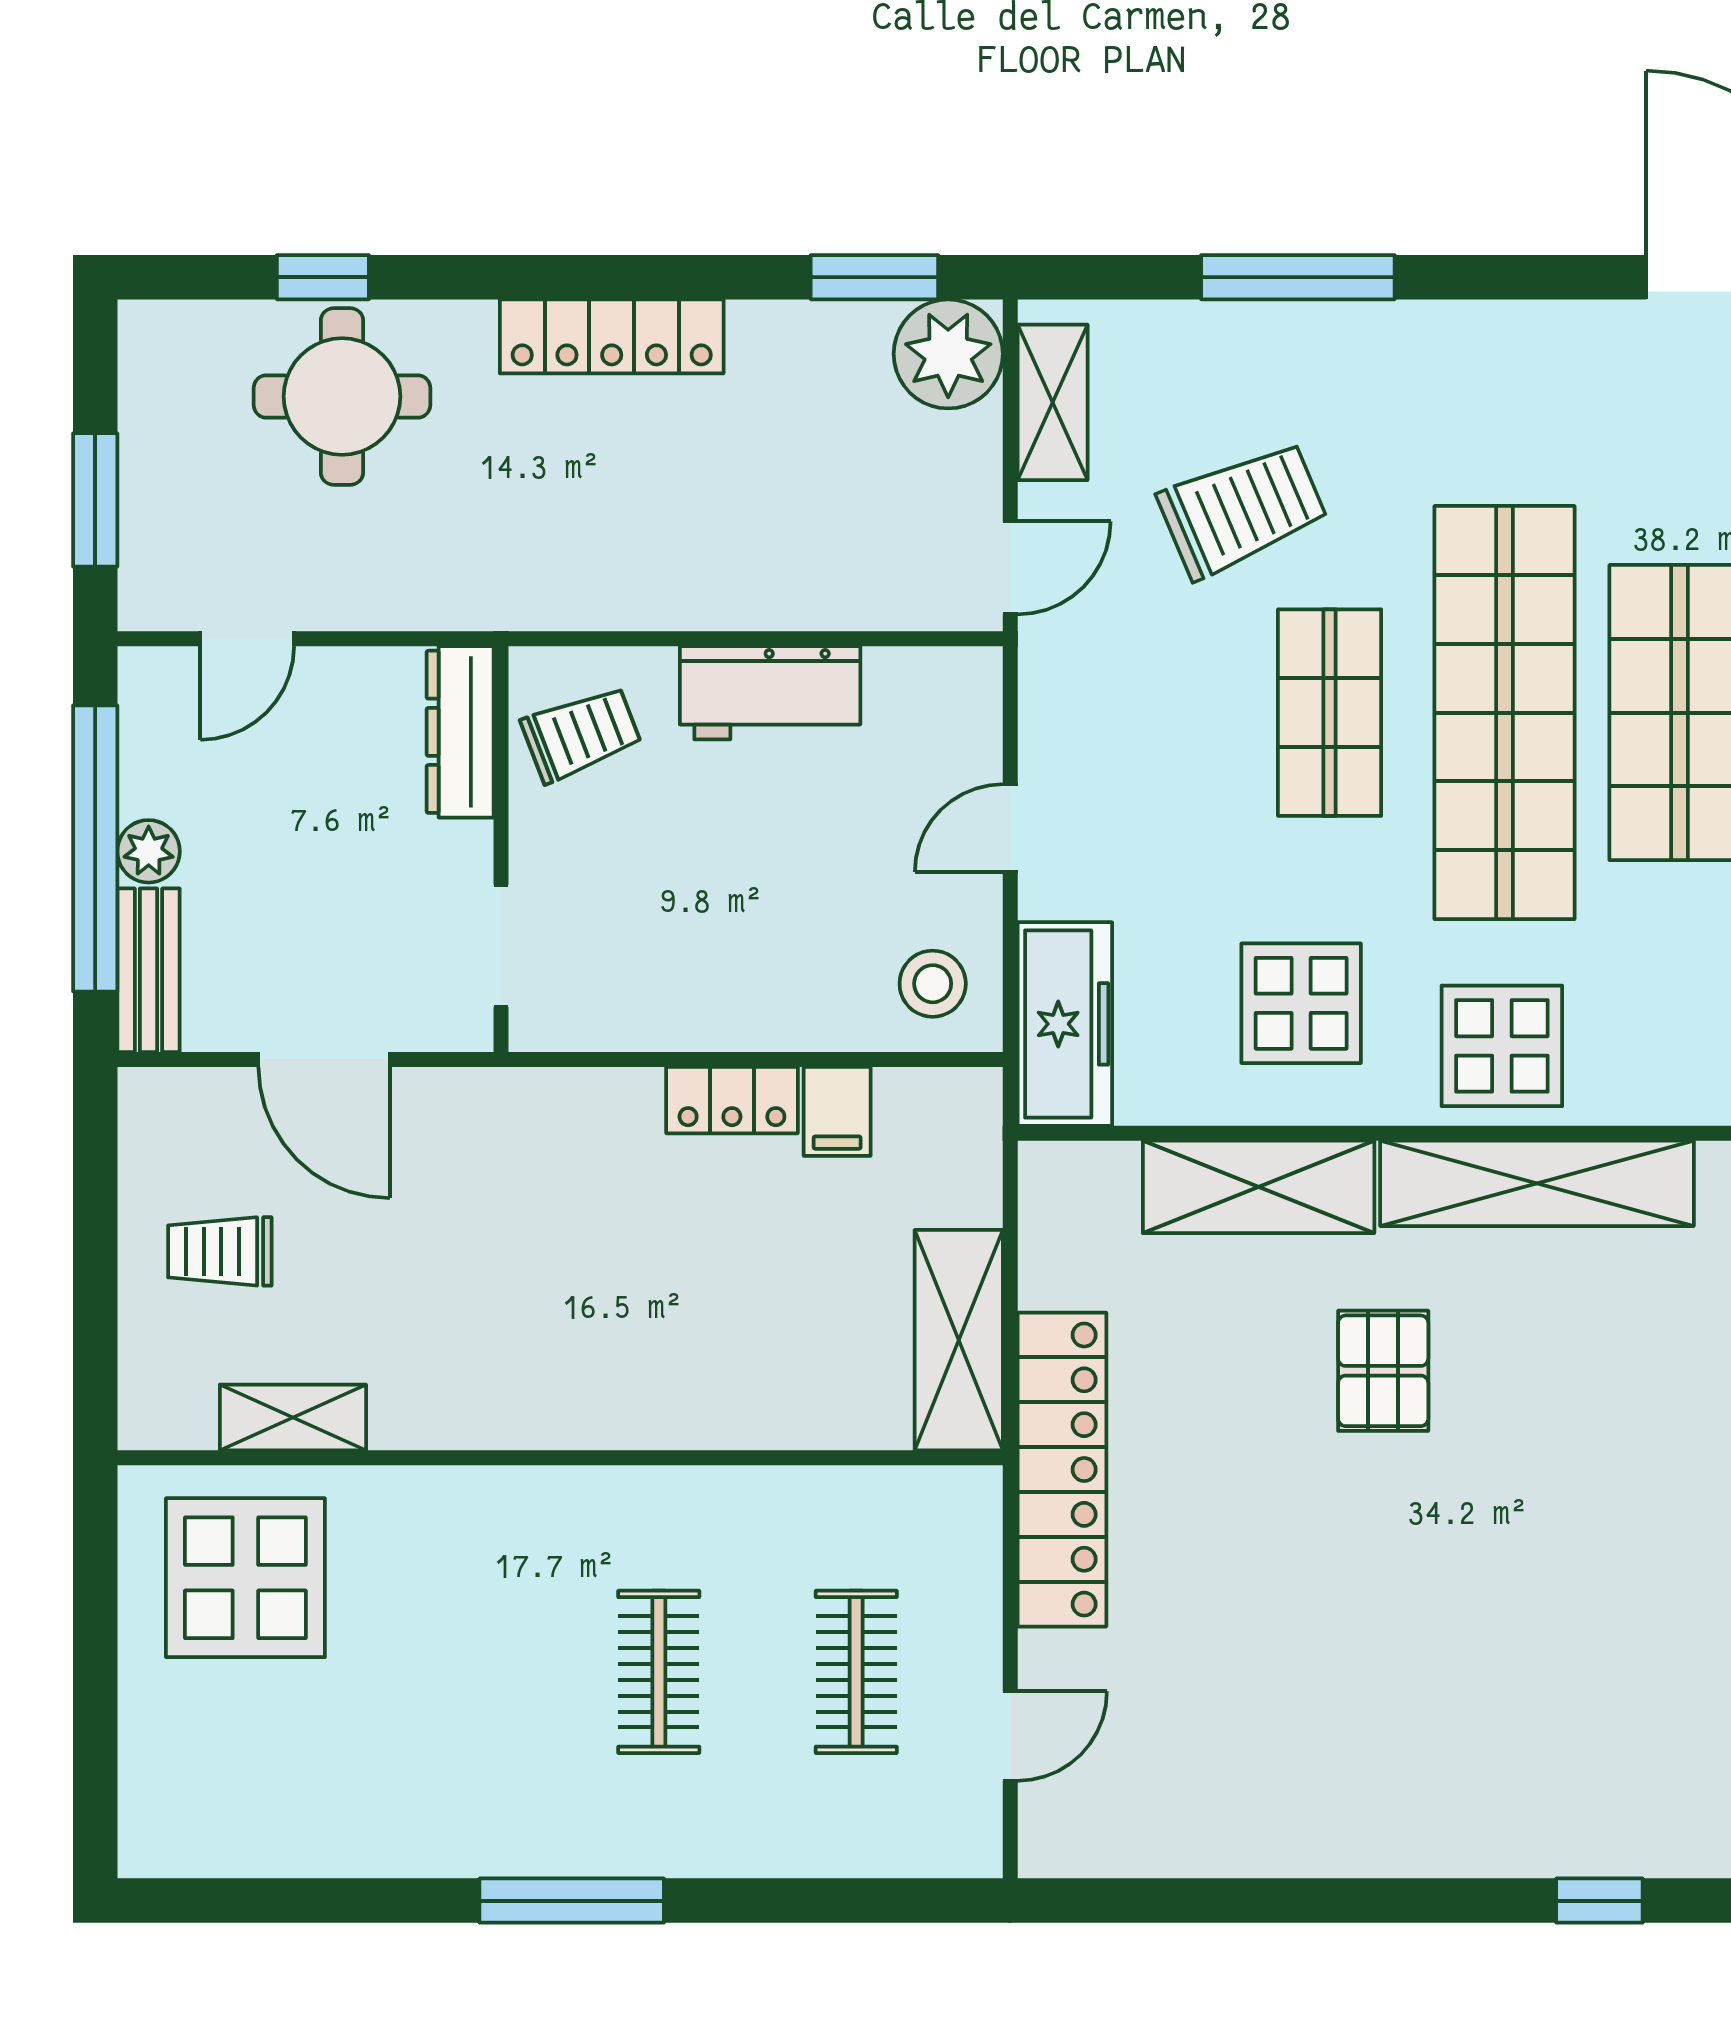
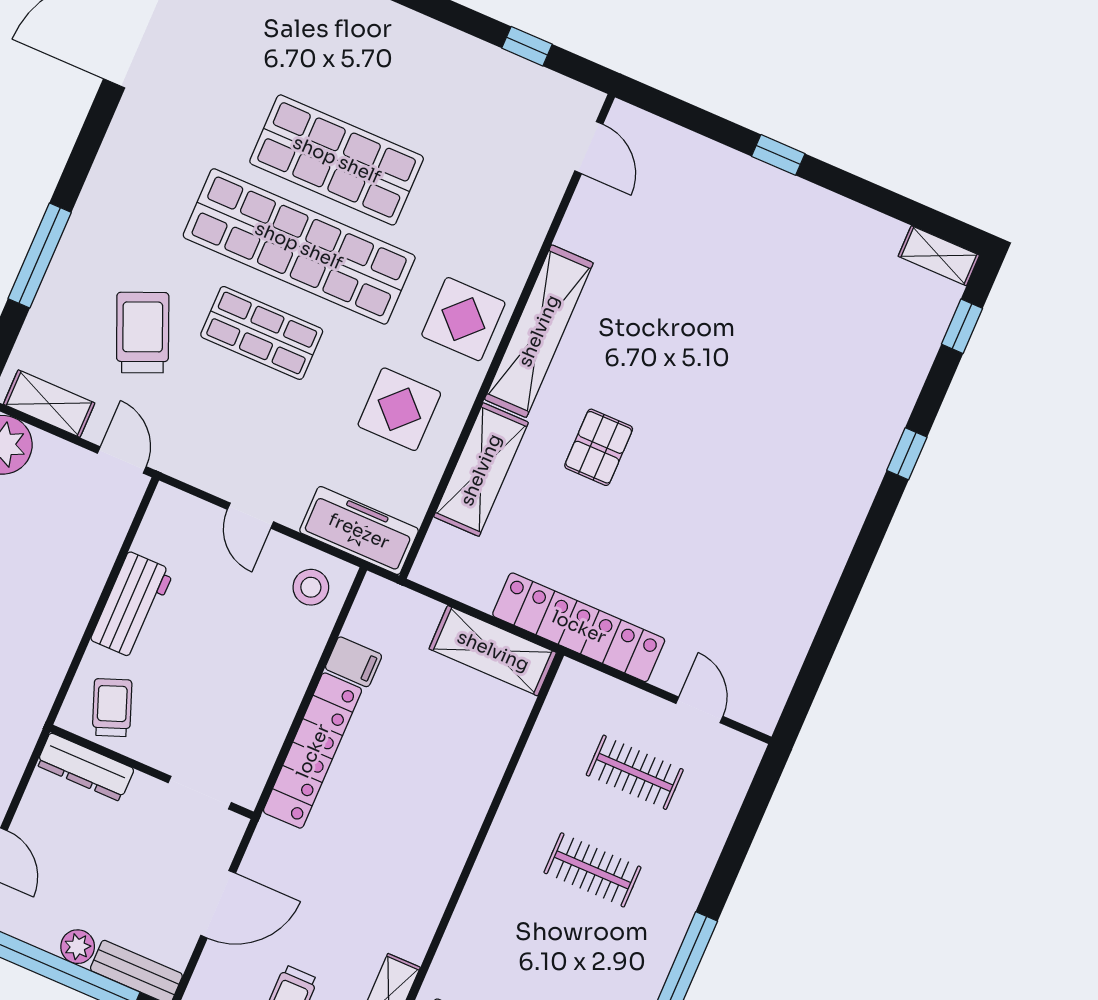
locker: (732, 1100) -> (313, 751), width x2.16, depth x1.21
pallet: (1383, 1371) -> (599, 447), turned 90

